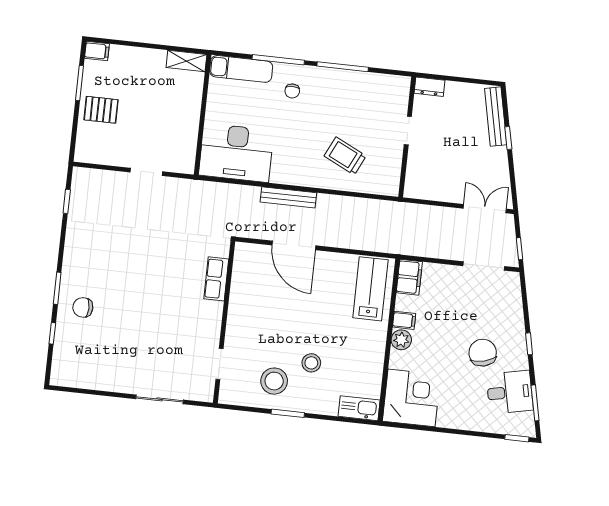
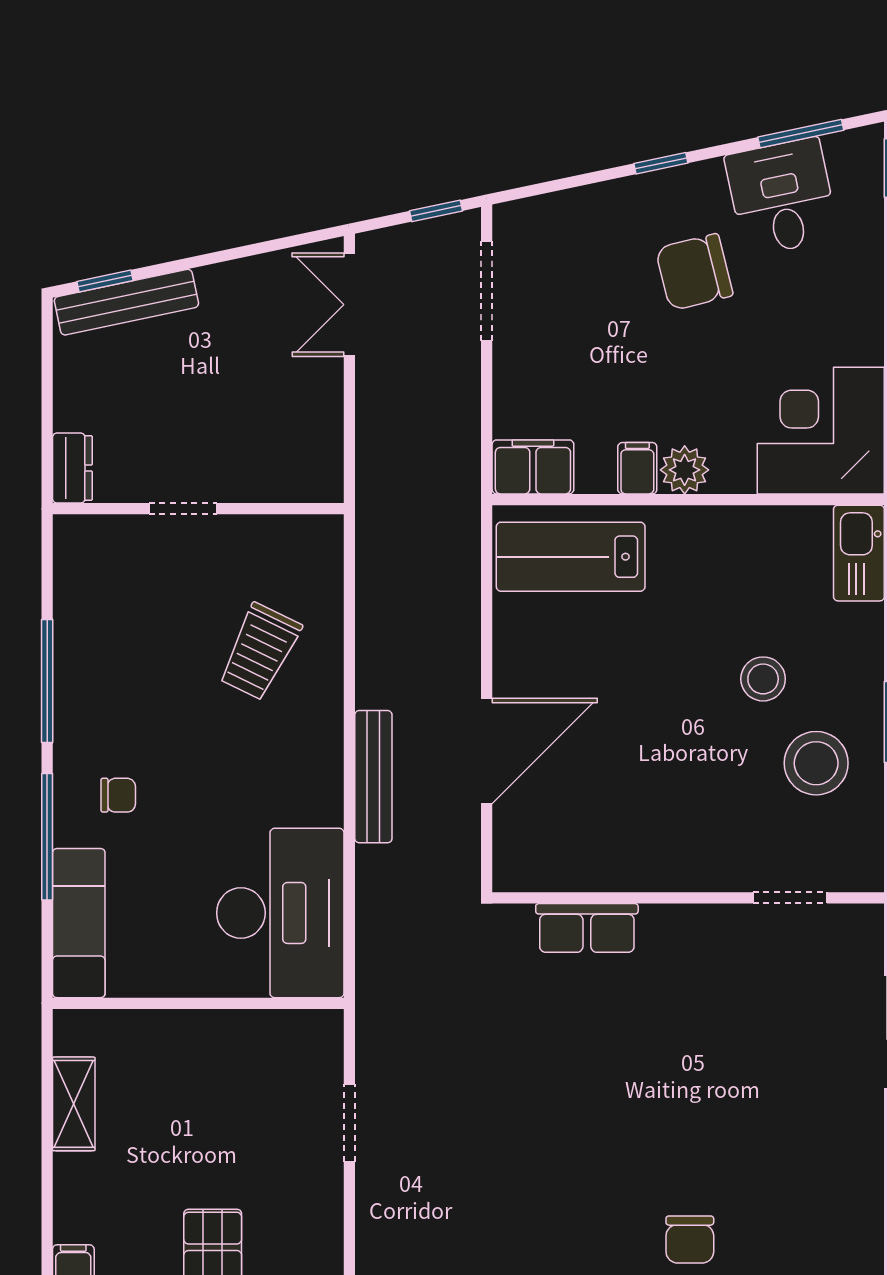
shelving: (186, 61) -> (74, 1104), moved
window: (508, 138) -> (105, 281), moved

